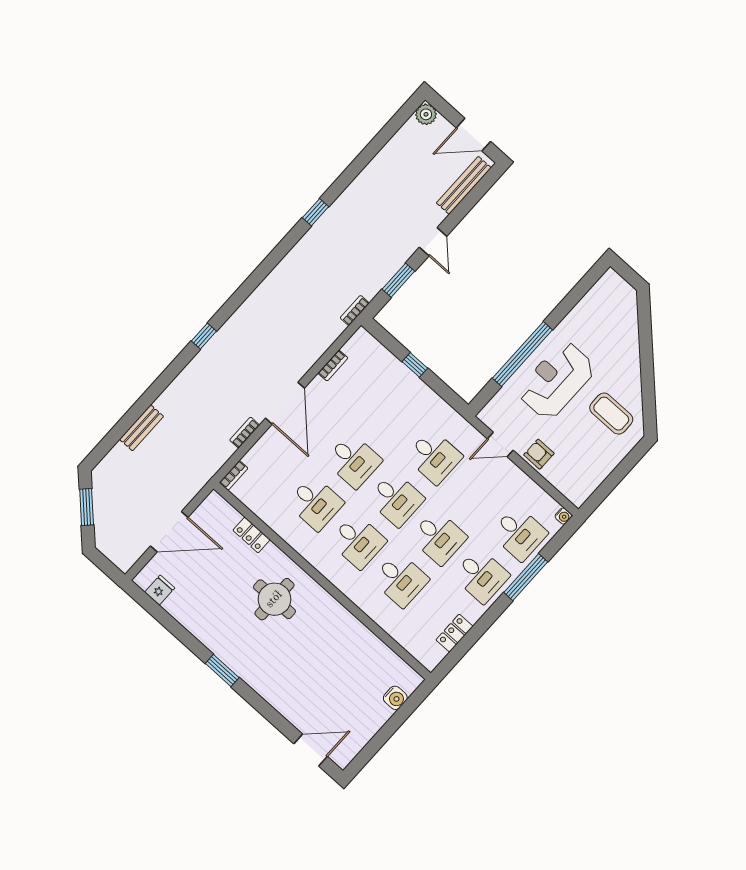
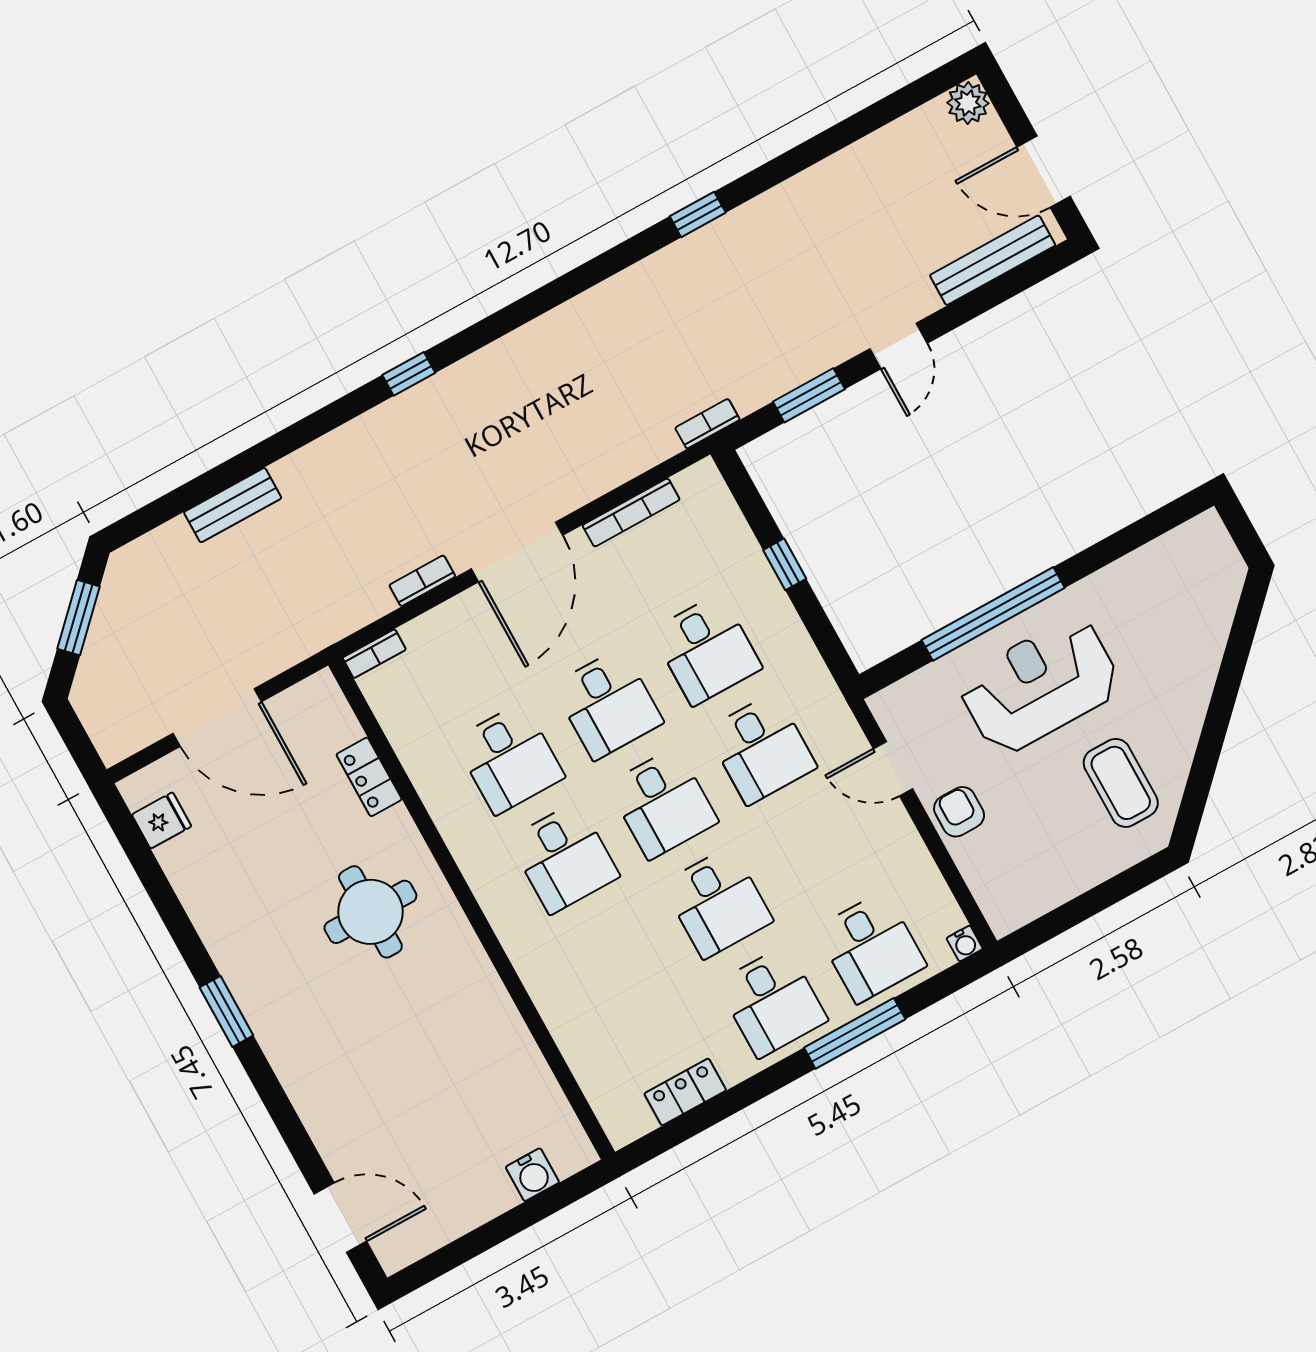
bookcase: (333, 365) -> (631, 513), width x1.56
desk: (400, 580) -> (707, 649), moved

